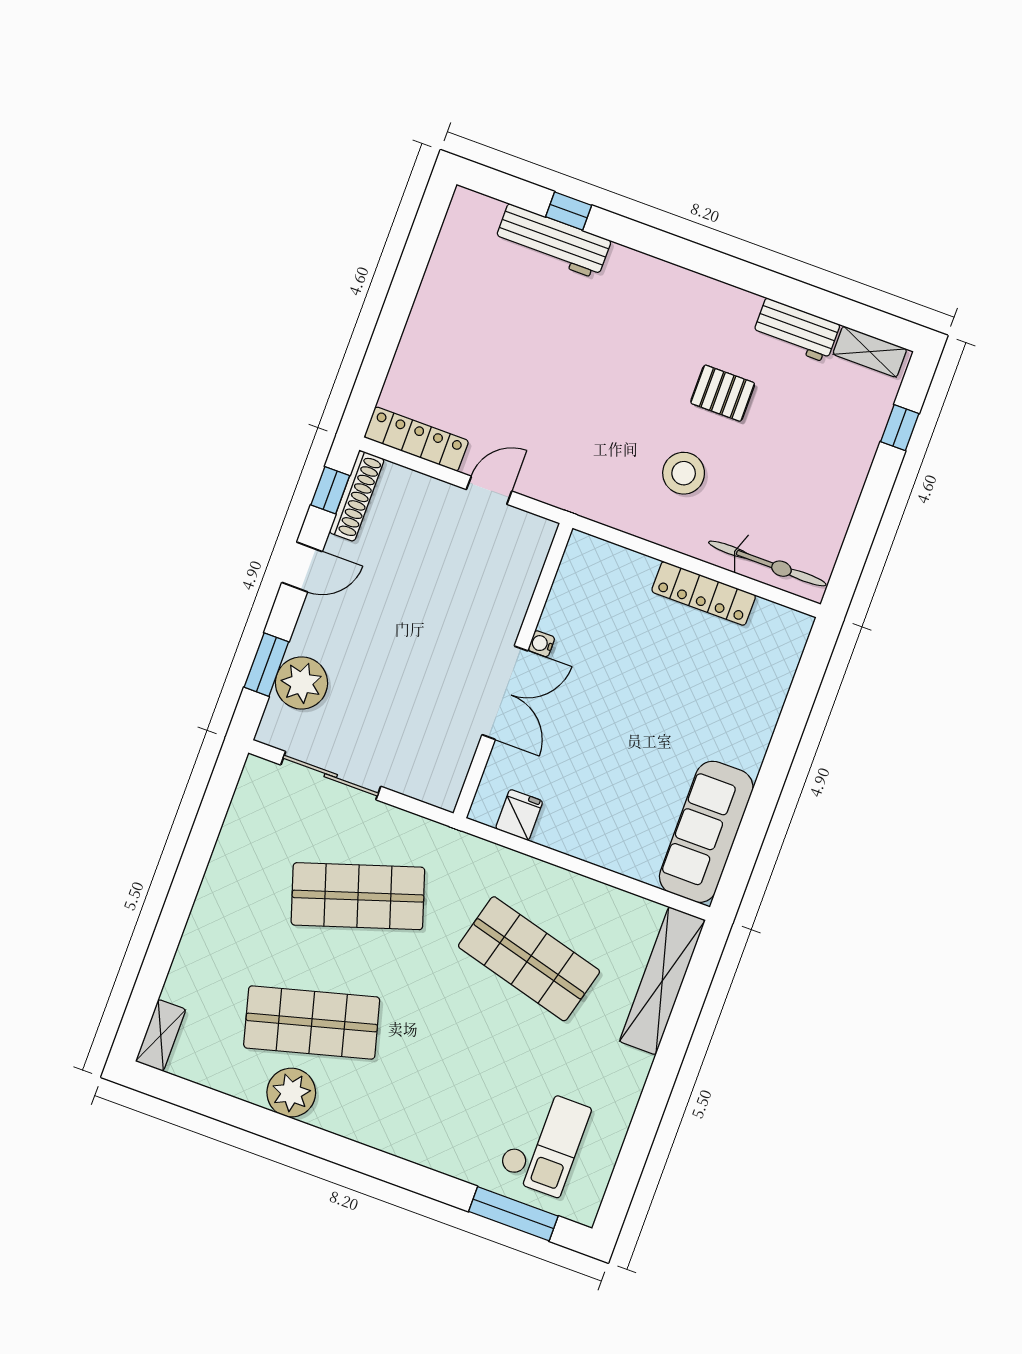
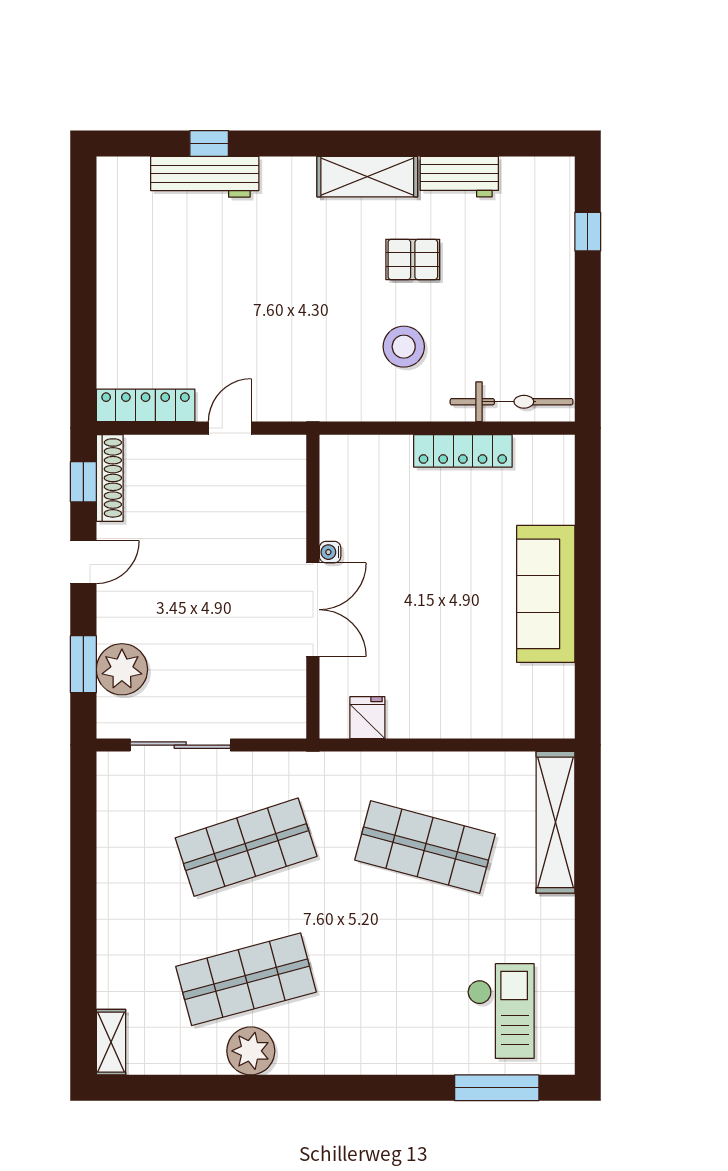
shelving: (870, 352) -> (367, 177), moved, width x1.50, depth x1.33
sofa: (706, 832) -> (546, 594), moved

